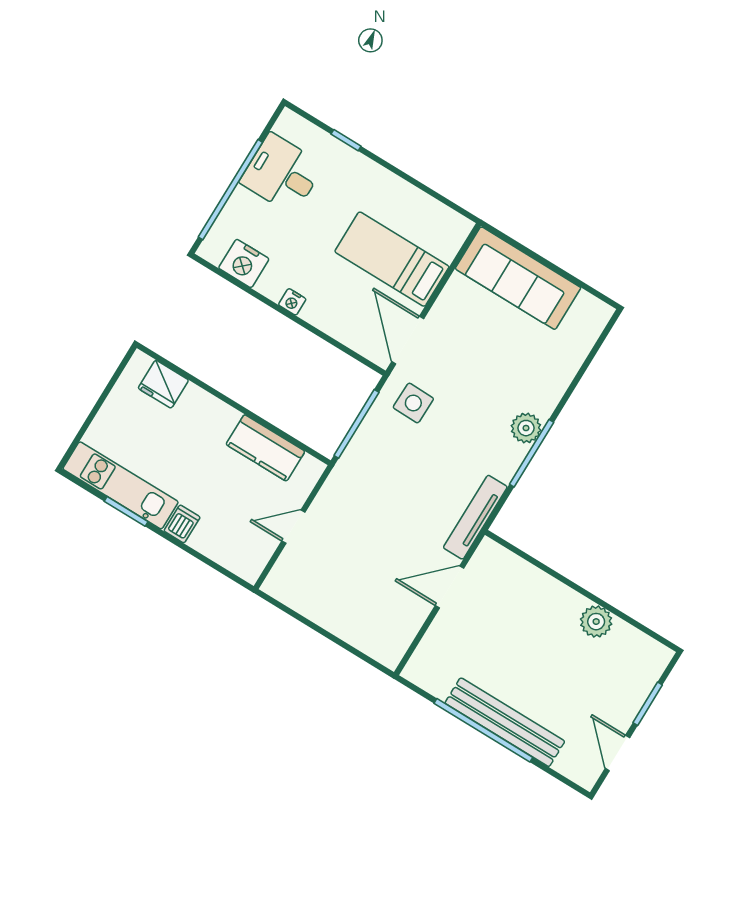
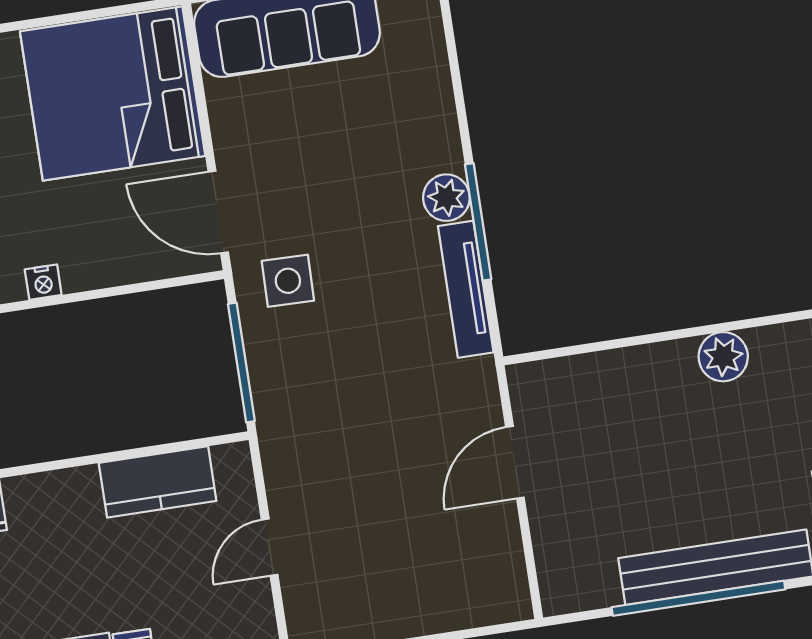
bed: (392, 259) -> (113, 94), width x2.04
tv unit: (475, 517) -> (466, 289), moved

